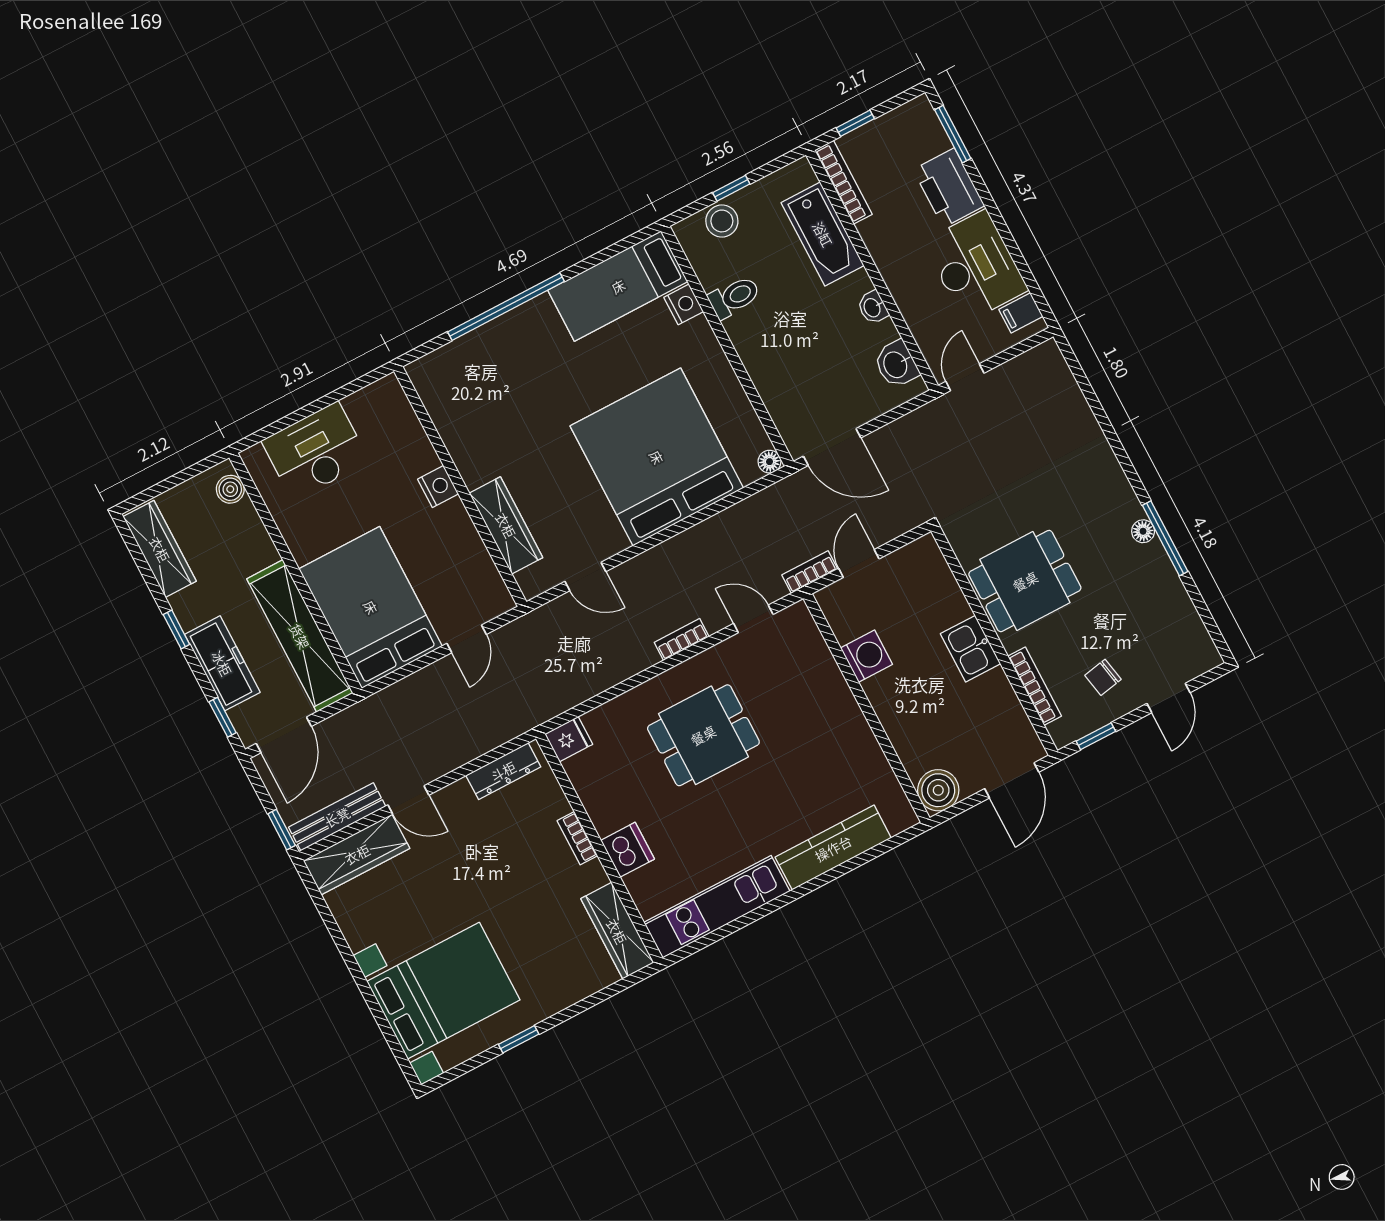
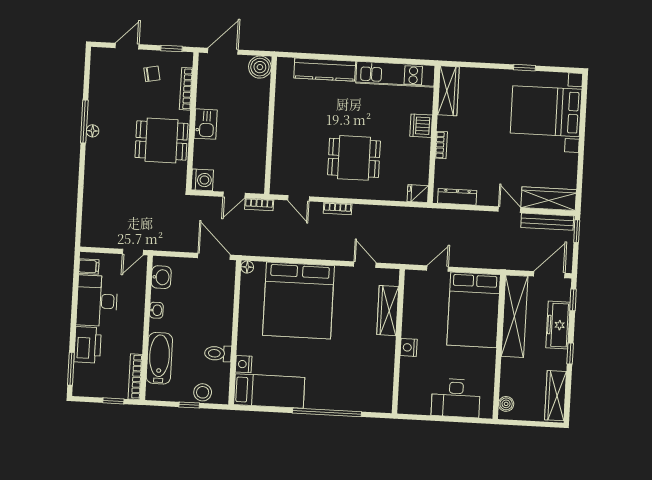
washing machine: (866, 656) -> (202, 180), moved, turned 180

